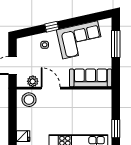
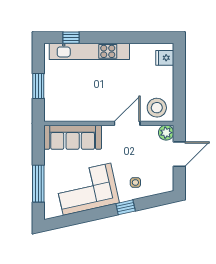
plant: (33, 81) -> (166, 133), moved
door: (51, 88) -> (127, 123), swing flipped
window: (116, 129) -> (38, 86), moved

